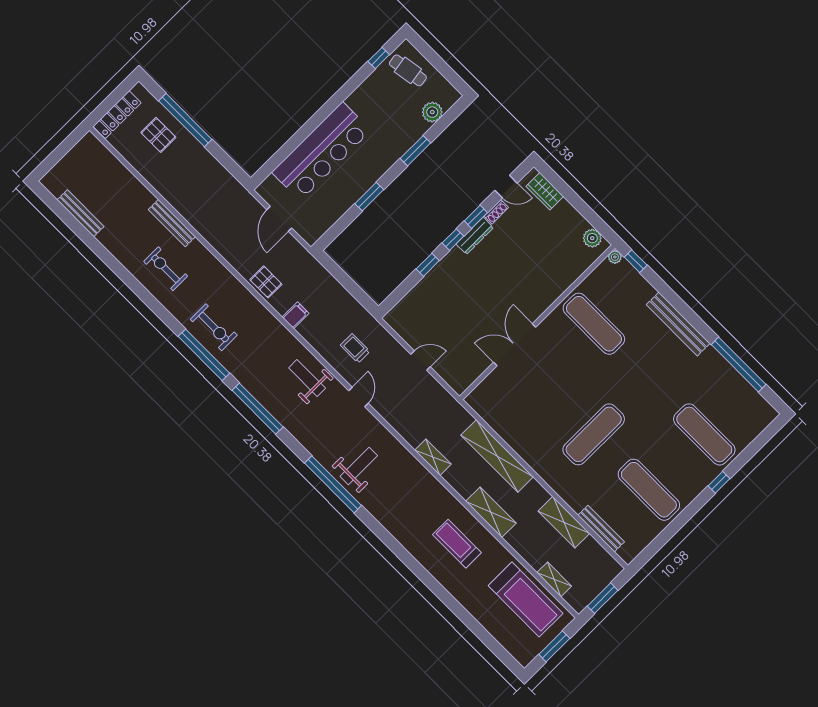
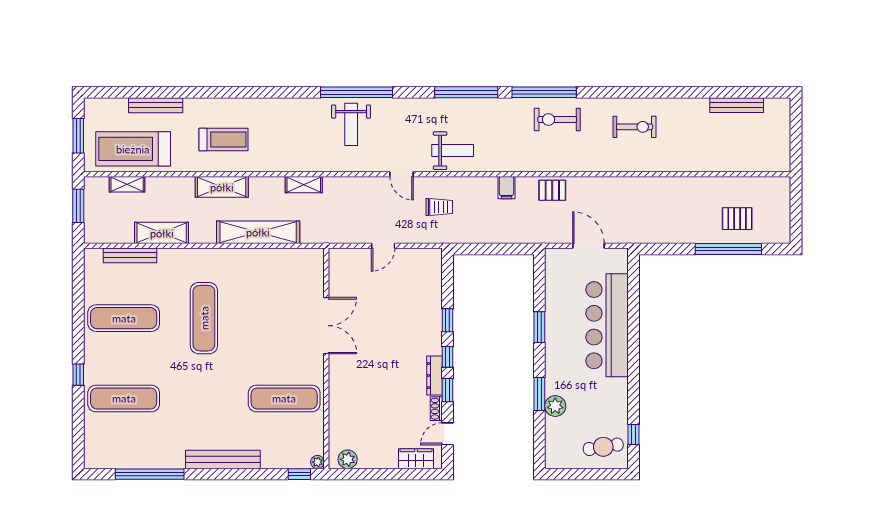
plant: (432, 112) -> (555, 406), moved
locker: (117, 115) -> (782, 203), removed
bench: (172, 223) -> (156, 105), moved

